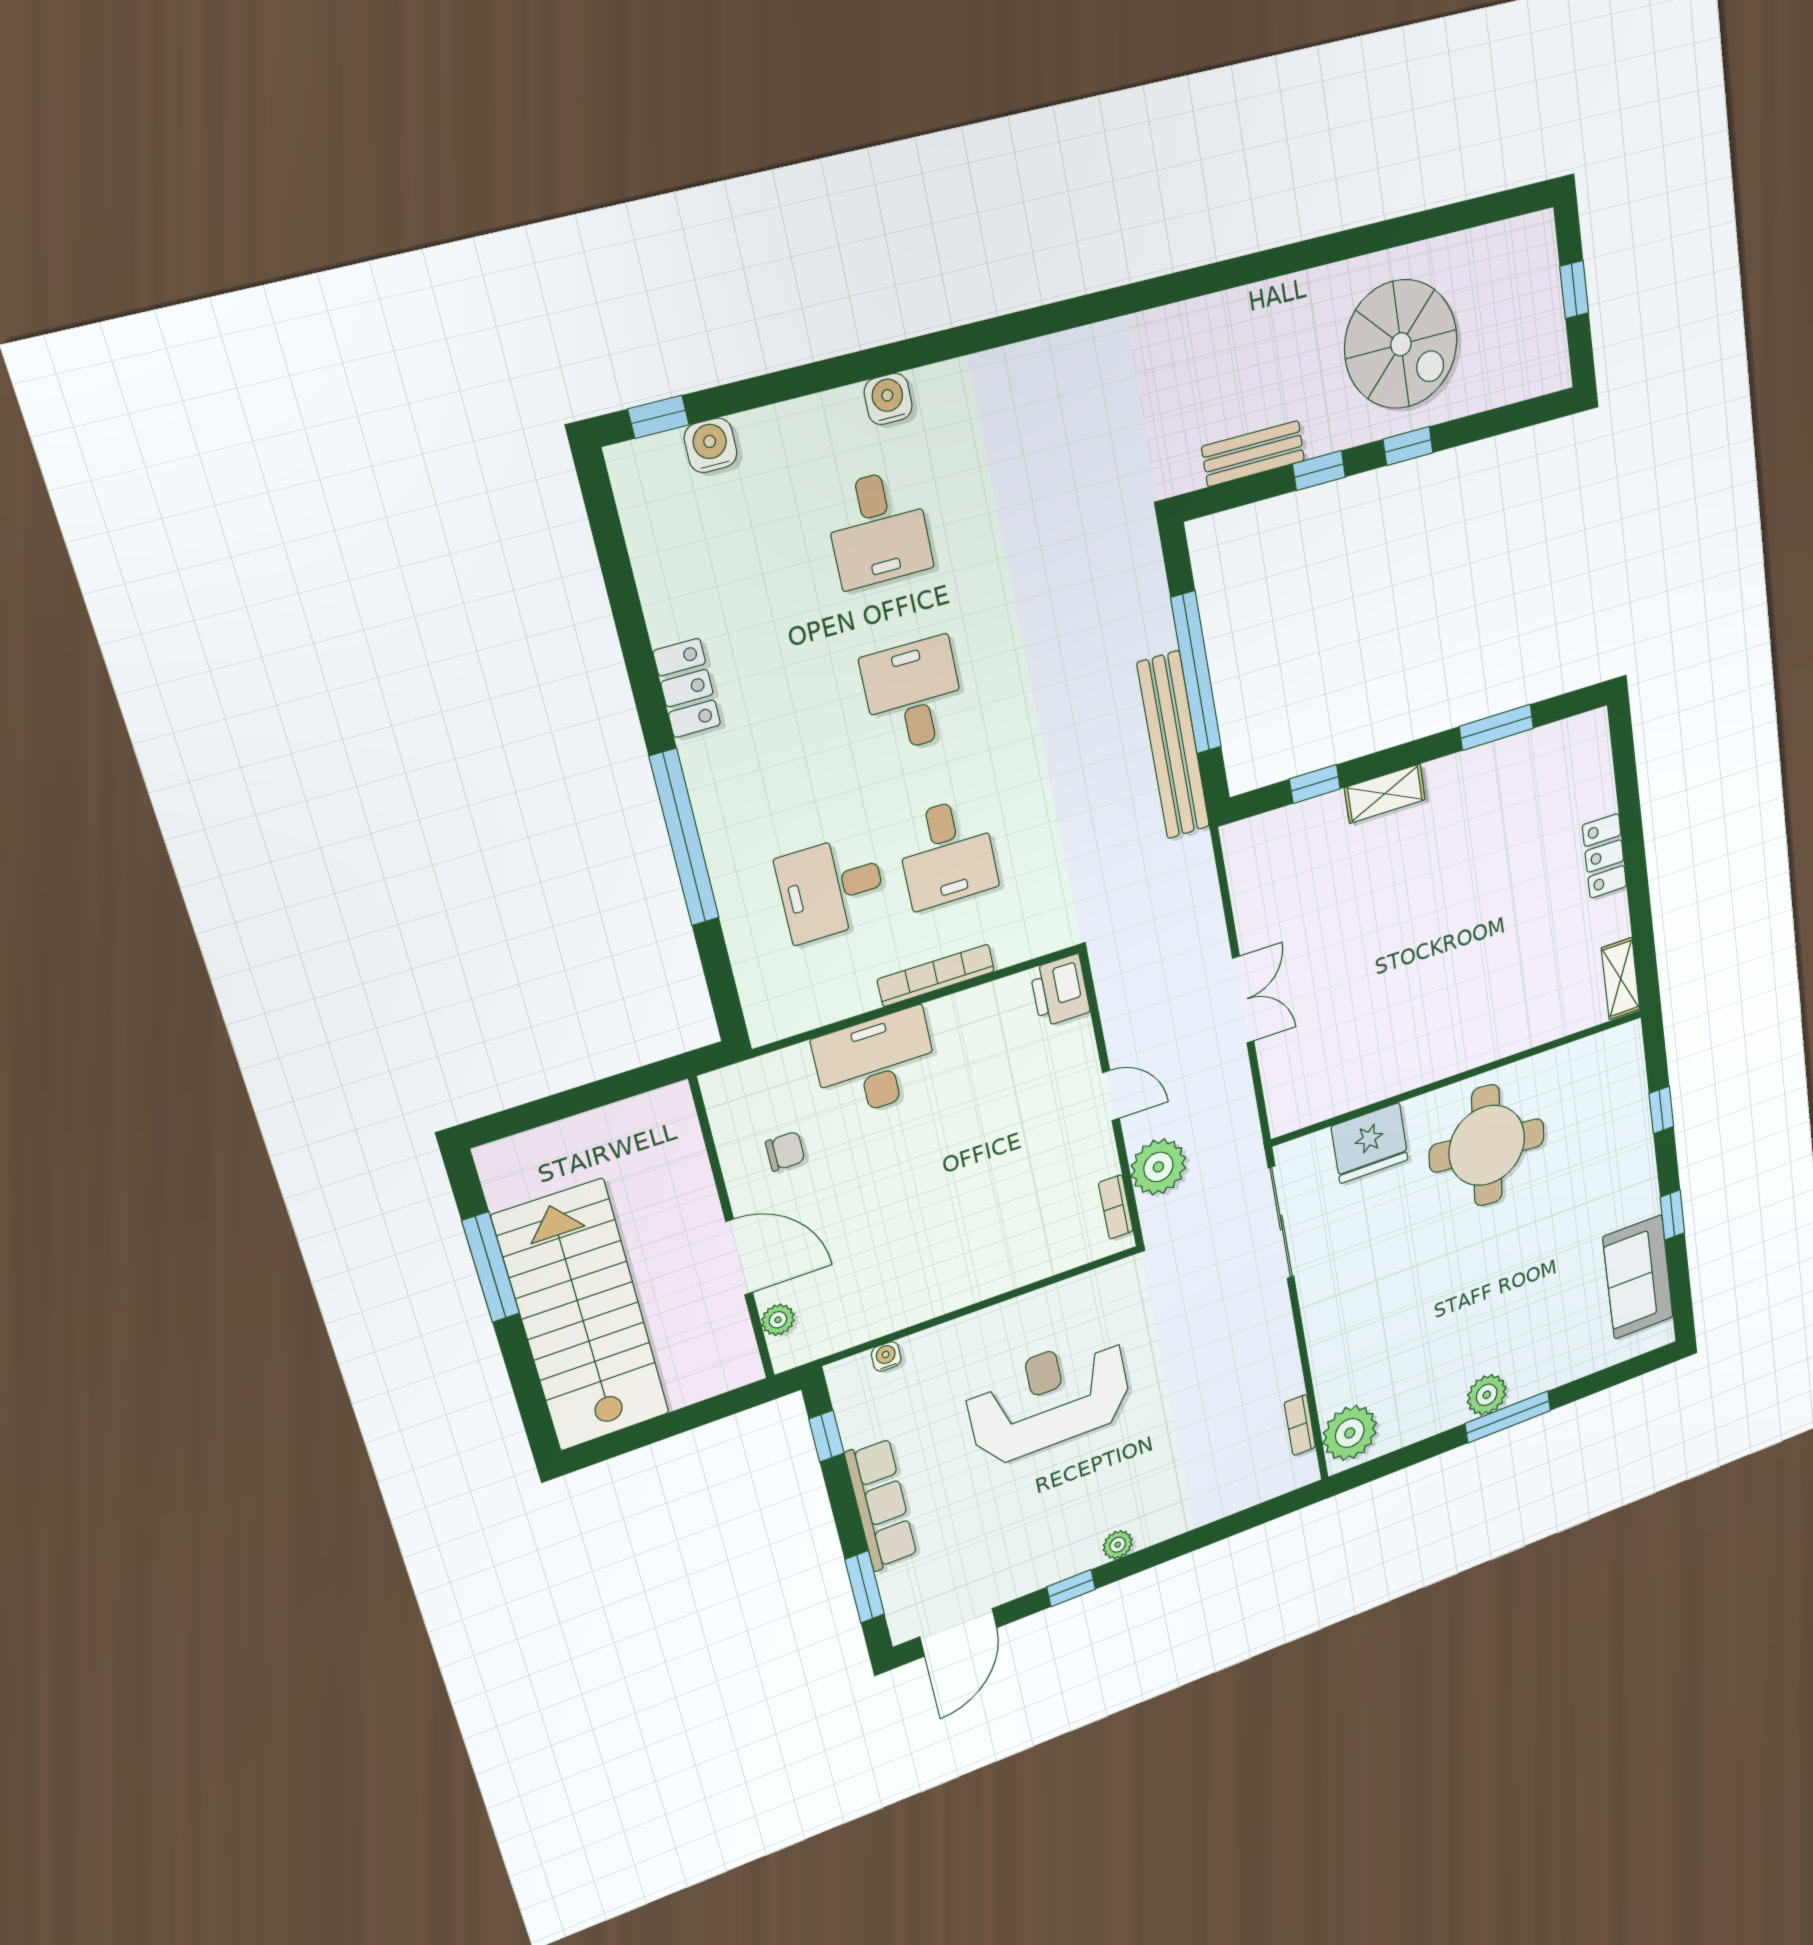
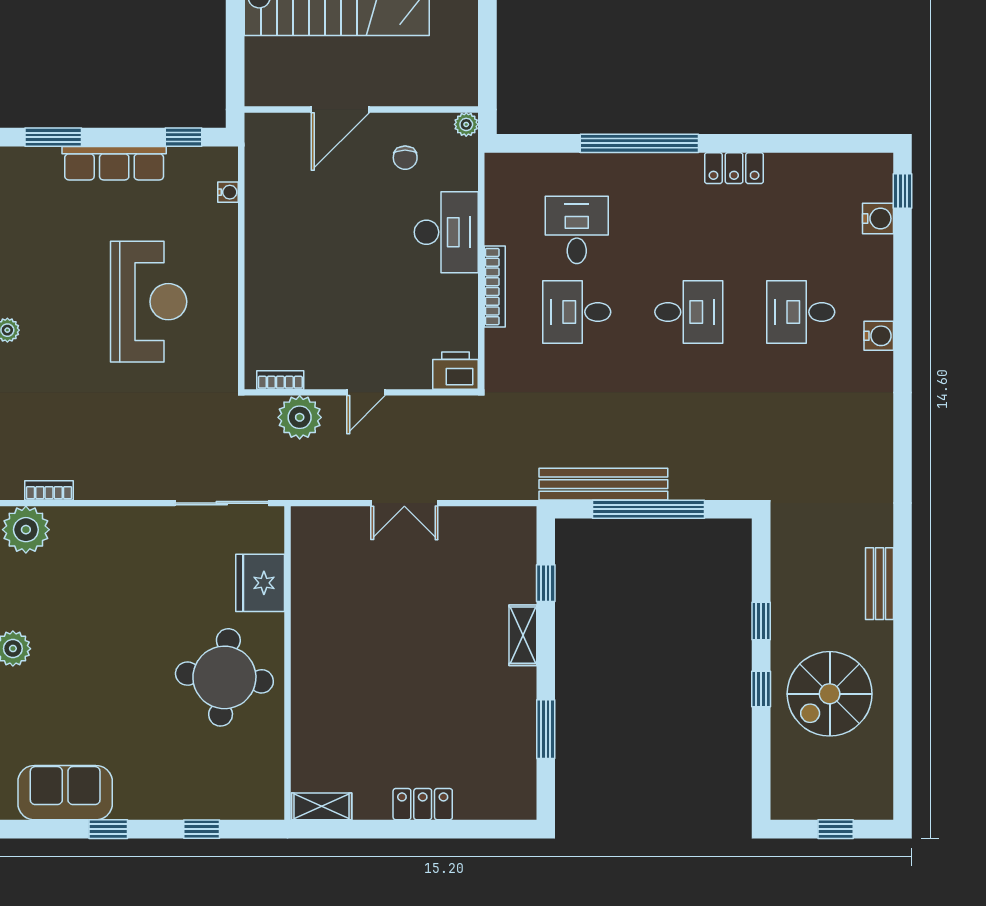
bench: (1253, 454) -> (880, 584), moved
plant: (778, 1320) -> (466, 124), moved

